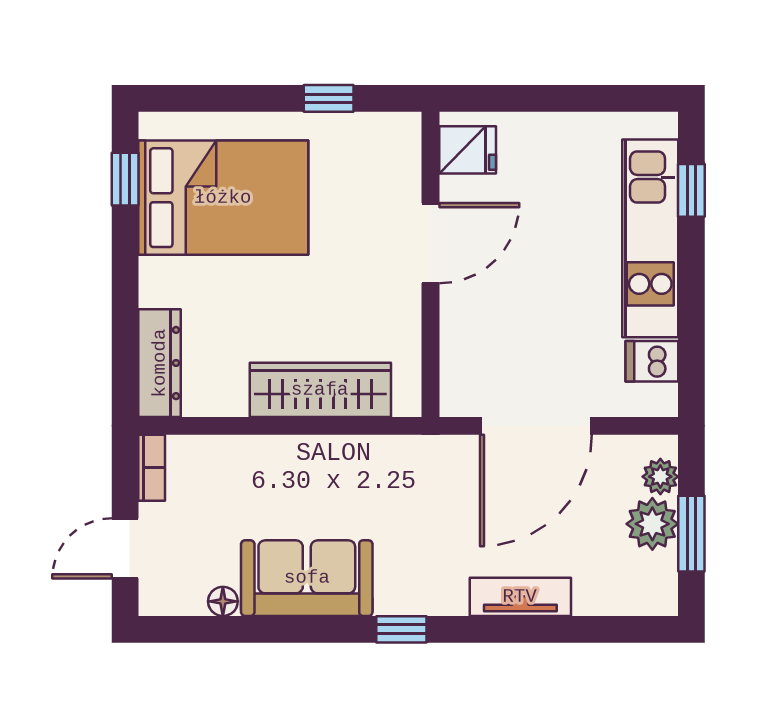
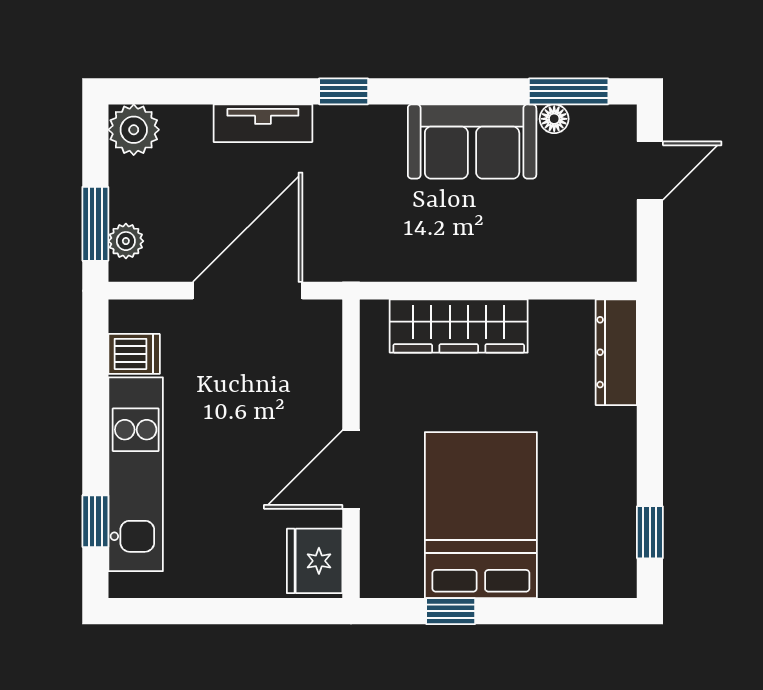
fridge: (468, 150) -> (315, 561), width x1.38
bed: (223, 198) -> (481, 515), moved, turned 90
bookcase: (152, 468) -> (624, 250), removed
plant: (652, 524) -> (134, 130), moved
window: (691, 534) -> (95, 224), moved
window: (208, 629) -> (569, 91), added
window: (401, 629) -> (344, 91), moved

